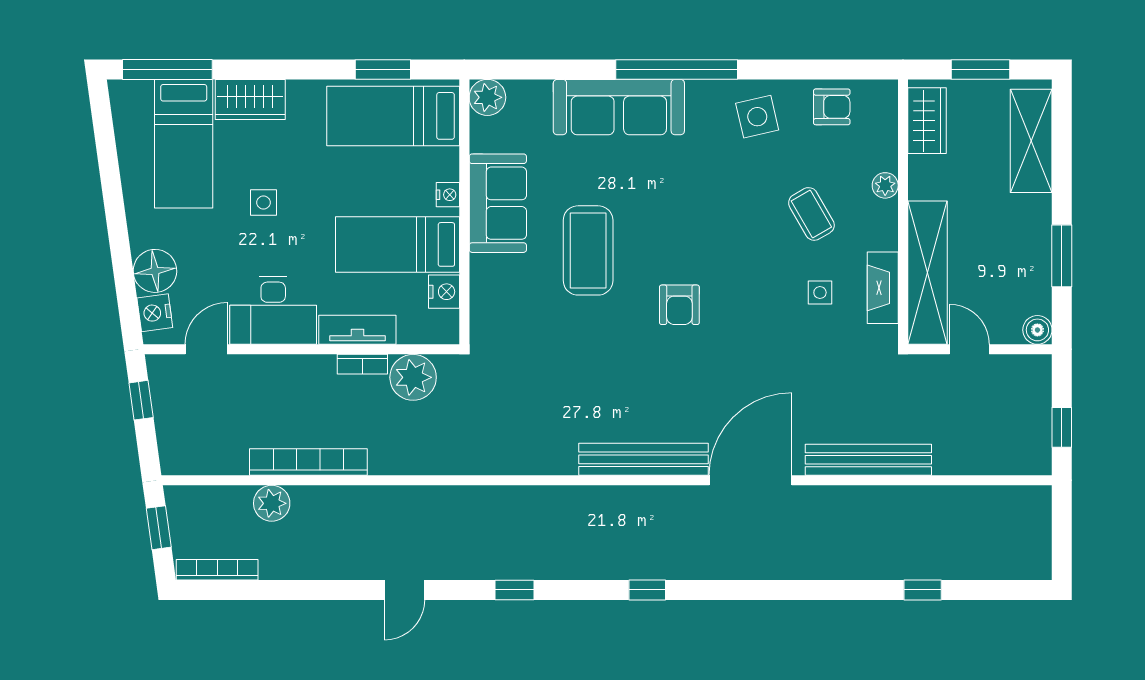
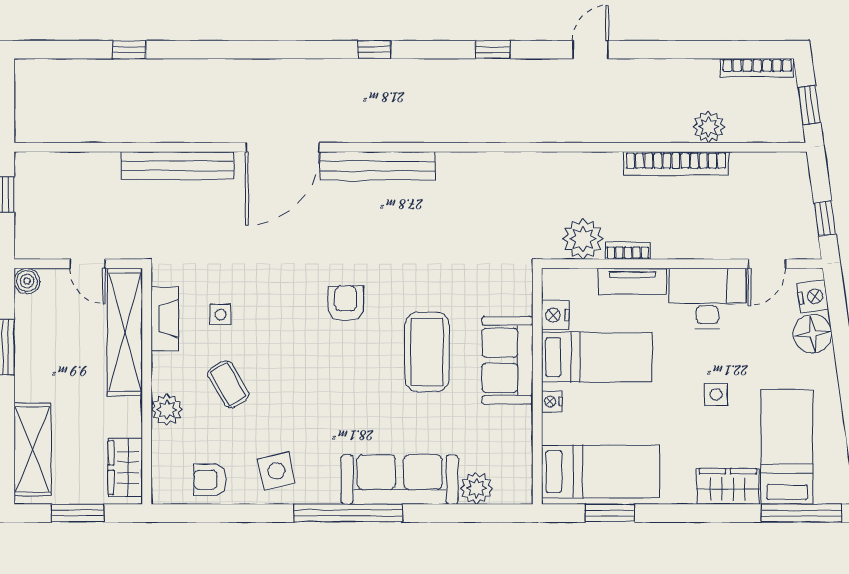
plant: (487, 97) -> (476, 488), moved
plant: (885, 185) -> (167, 410), width x1.38, depth x1.38
sofa: (498, 203) -> (507, 360), moved

